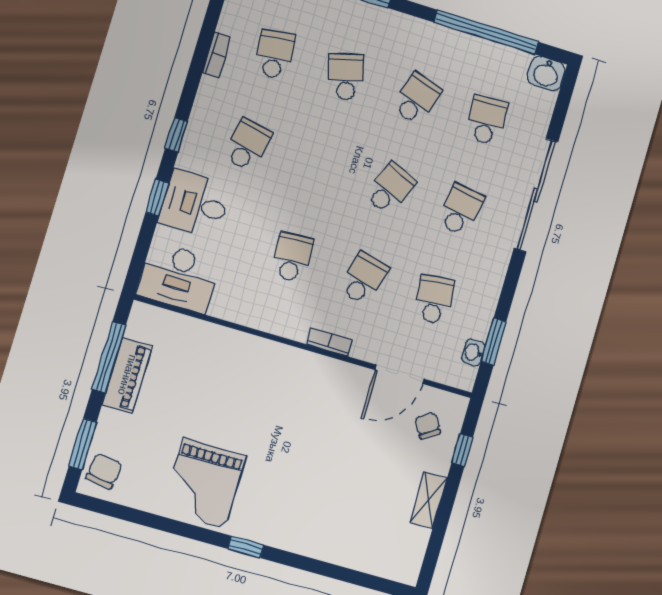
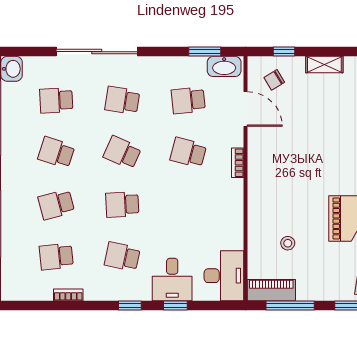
school desk: (292, 257) -> (122, 205), moved
washbasin: (473, 352) -> (224, 66), width x1.91, depth x1.45
piano: (127, 375) -> (271, 290), moved
stool: (197, 379) -> (288, 243), added

